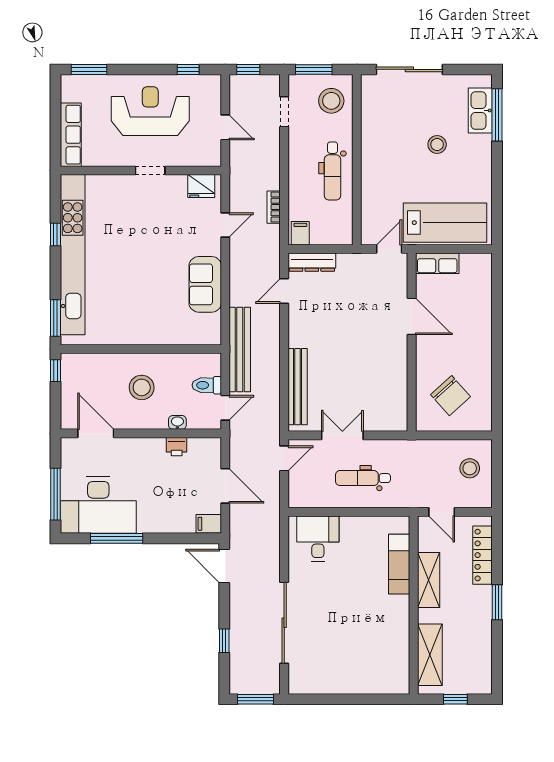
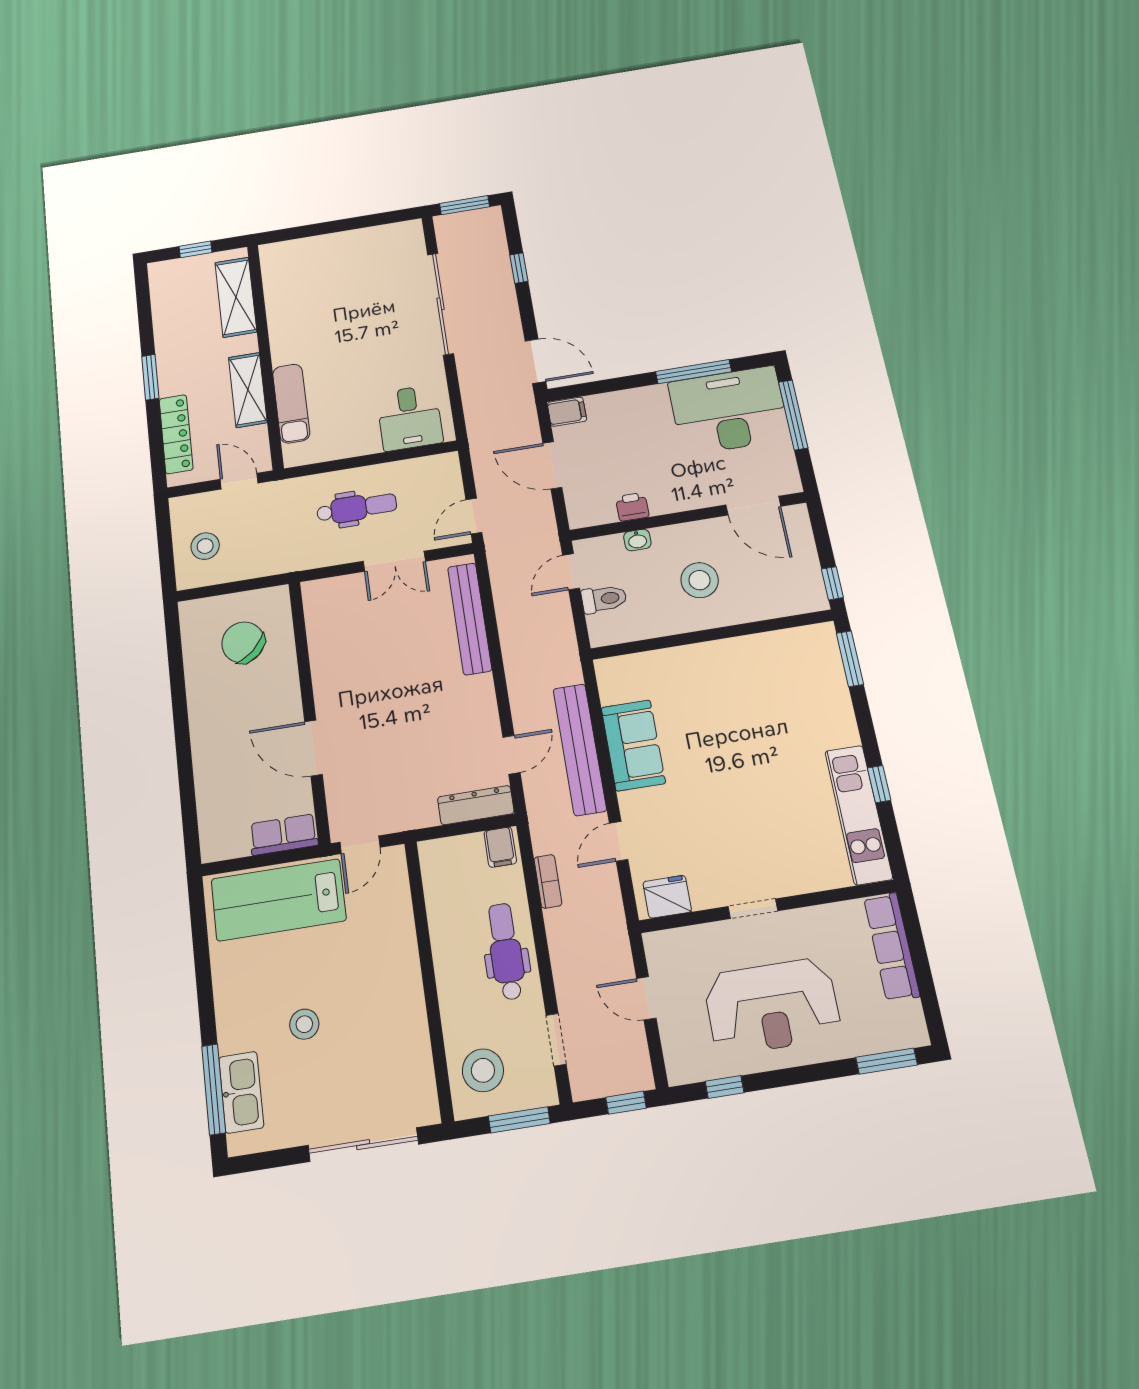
dental chair: (333, 171) -> (506, 951), moved
kitchen unit: (73, 255) -> (858, 815), width x0.54
bench: (240, 350) -> (580, 749), moved

